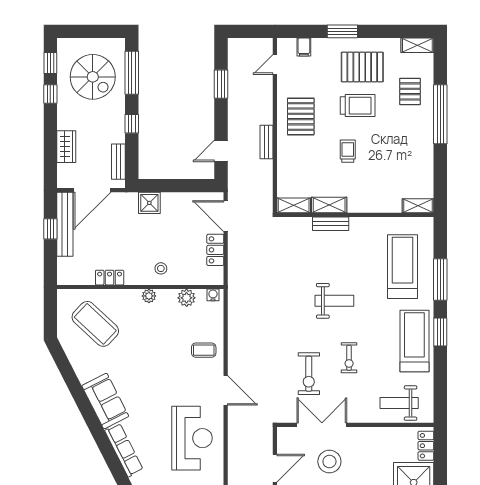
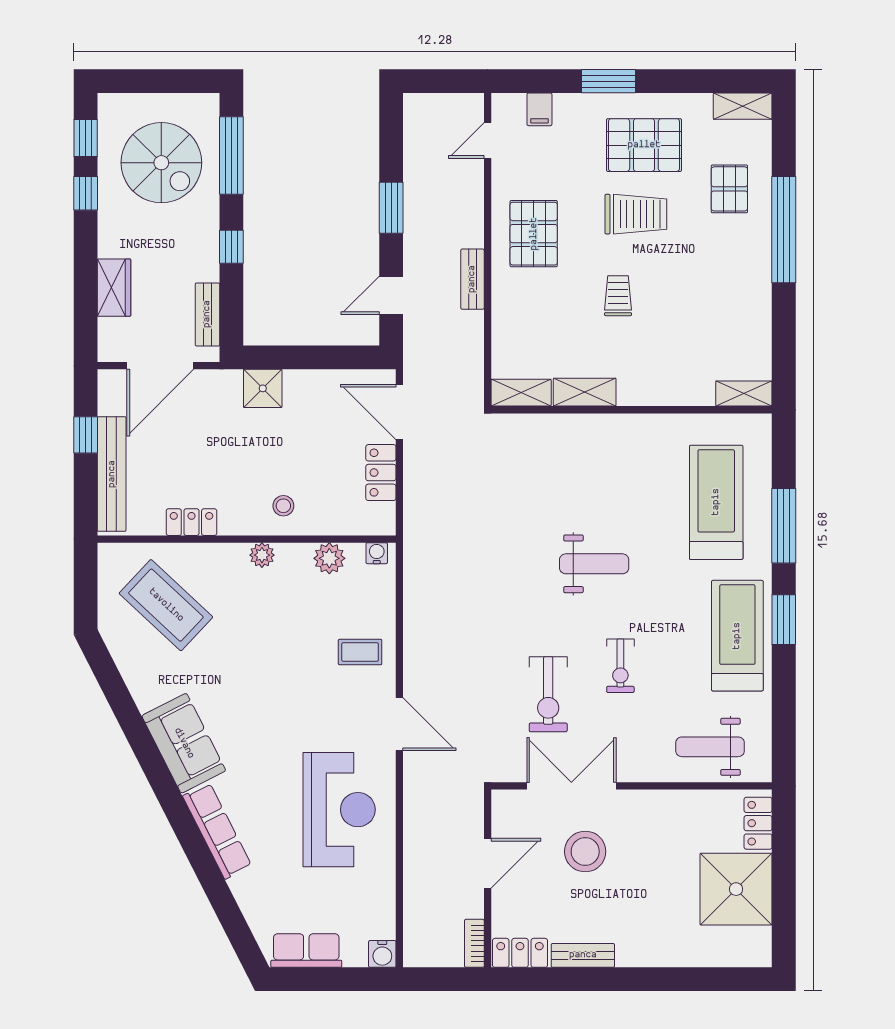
window: (221, 84) -> (391, 208), moved
bench: (65, 224) -> (112, 474), moved
bench: (331, 224) -> (587, 426), removed

